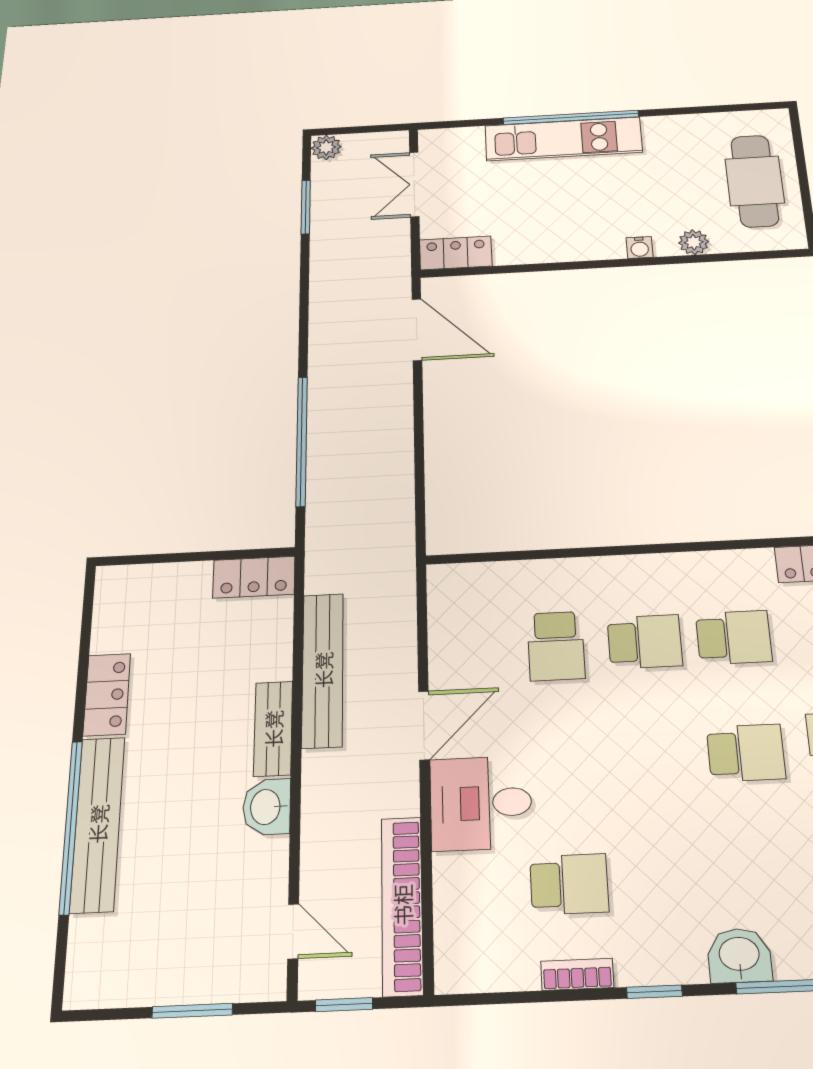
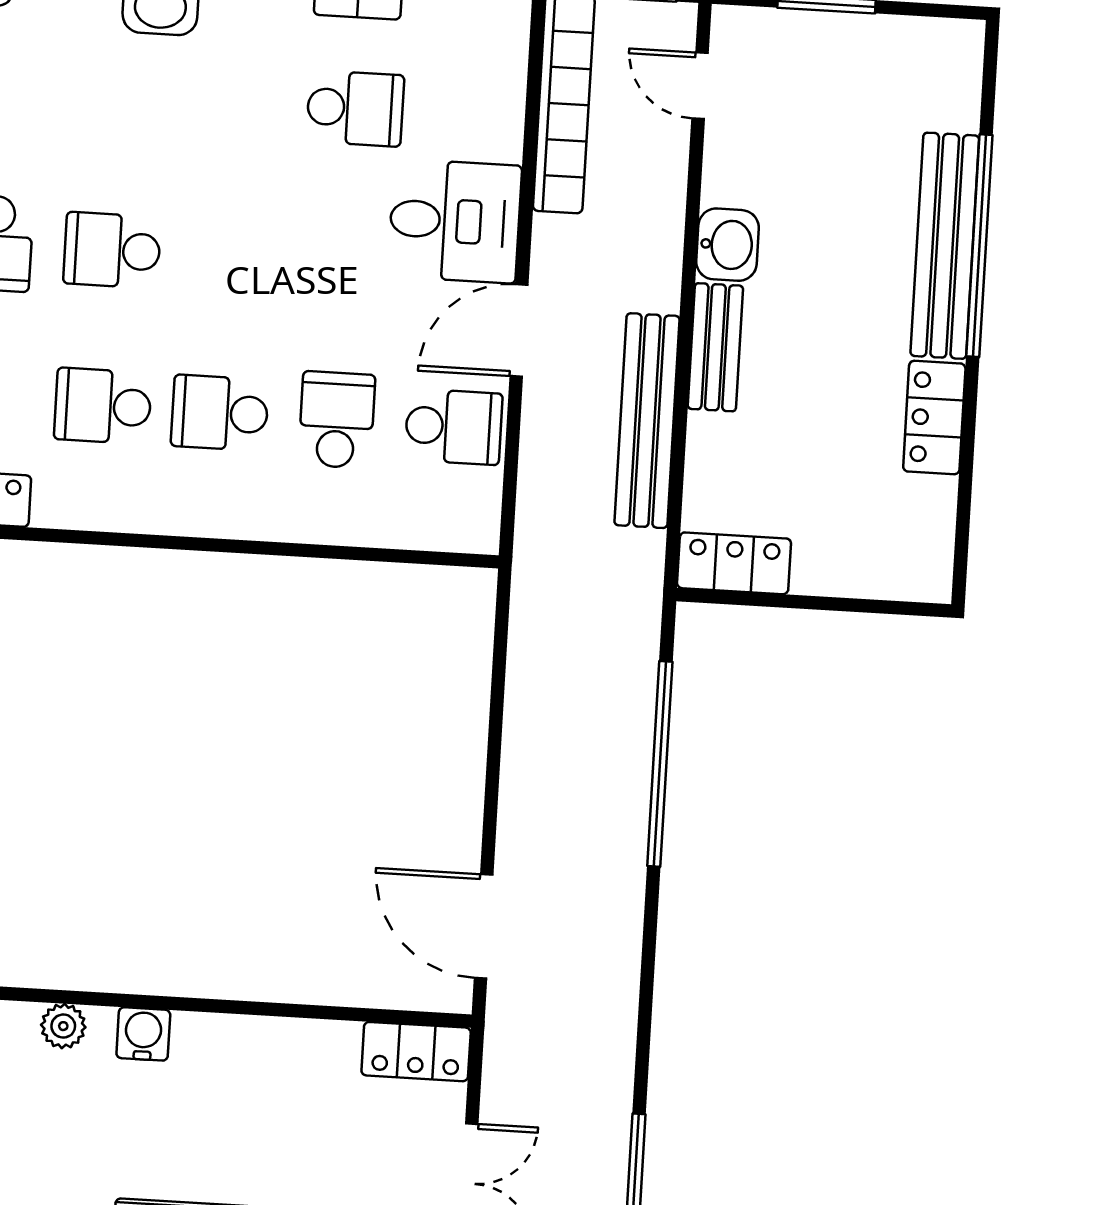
water cooler: (640, 247) -> (143, 1034), width x1.38, depth x1.38
school desk: (468, 650) -> (454, 427), added
school desk: (569, 884) -> (355, 108), turned 180

